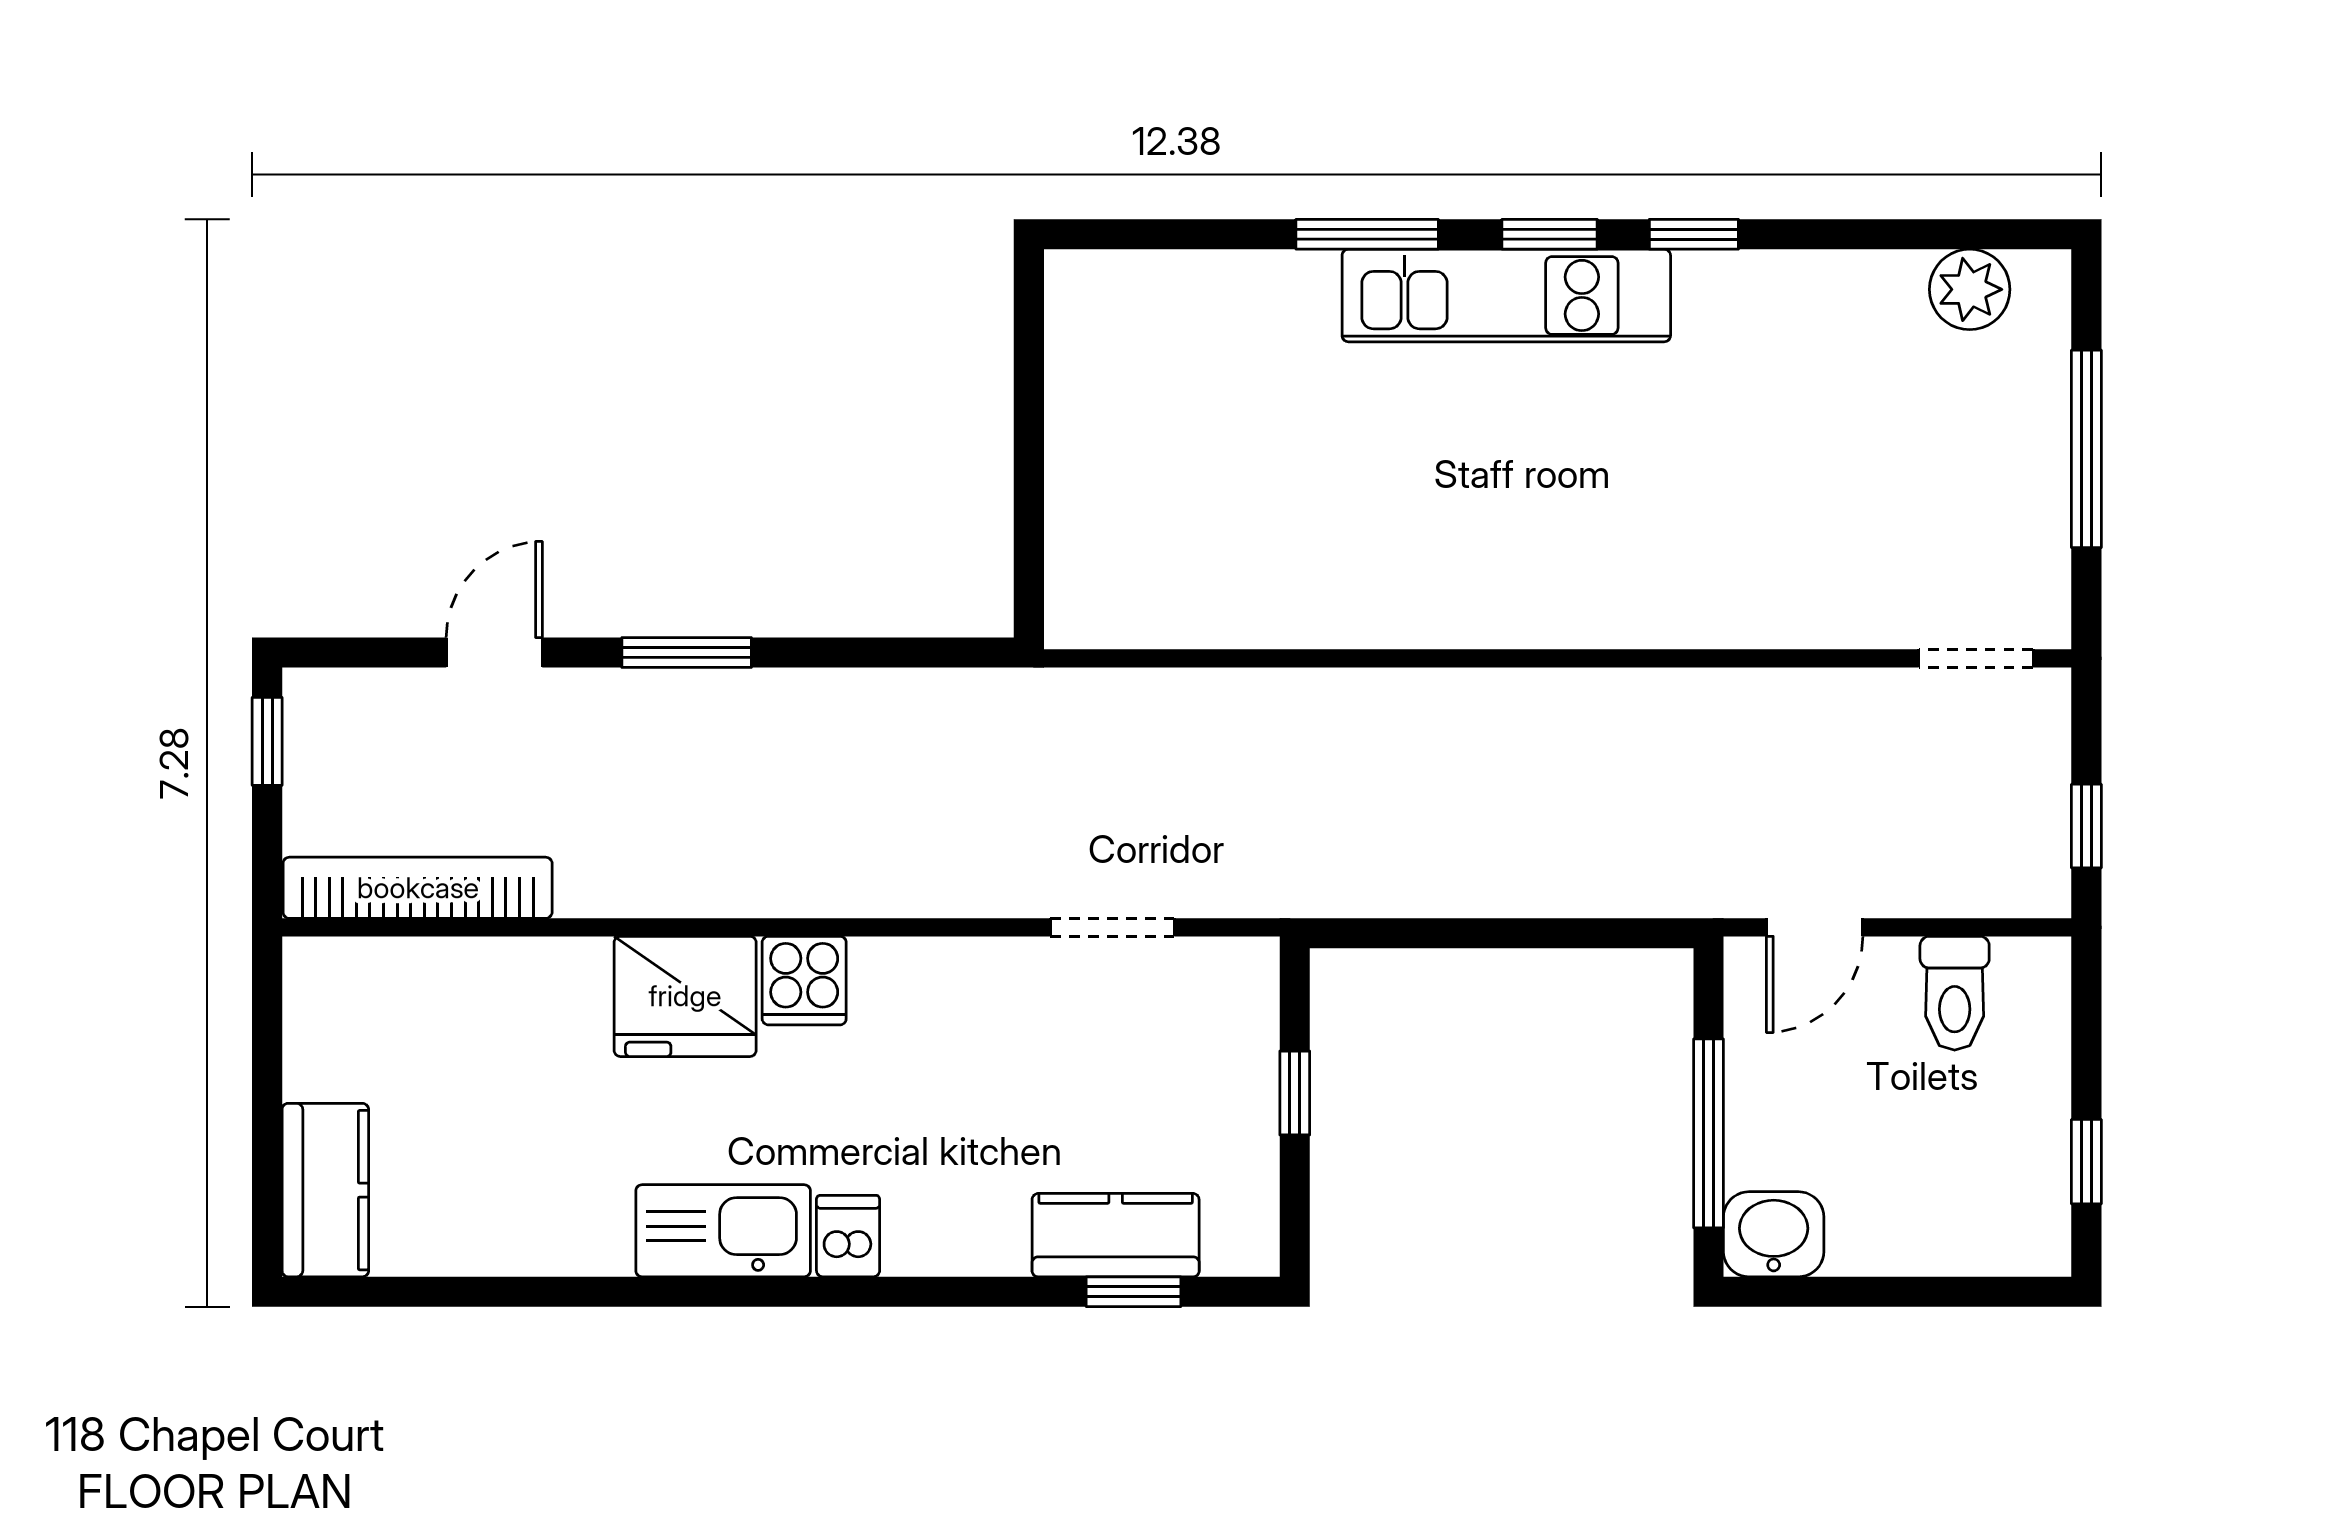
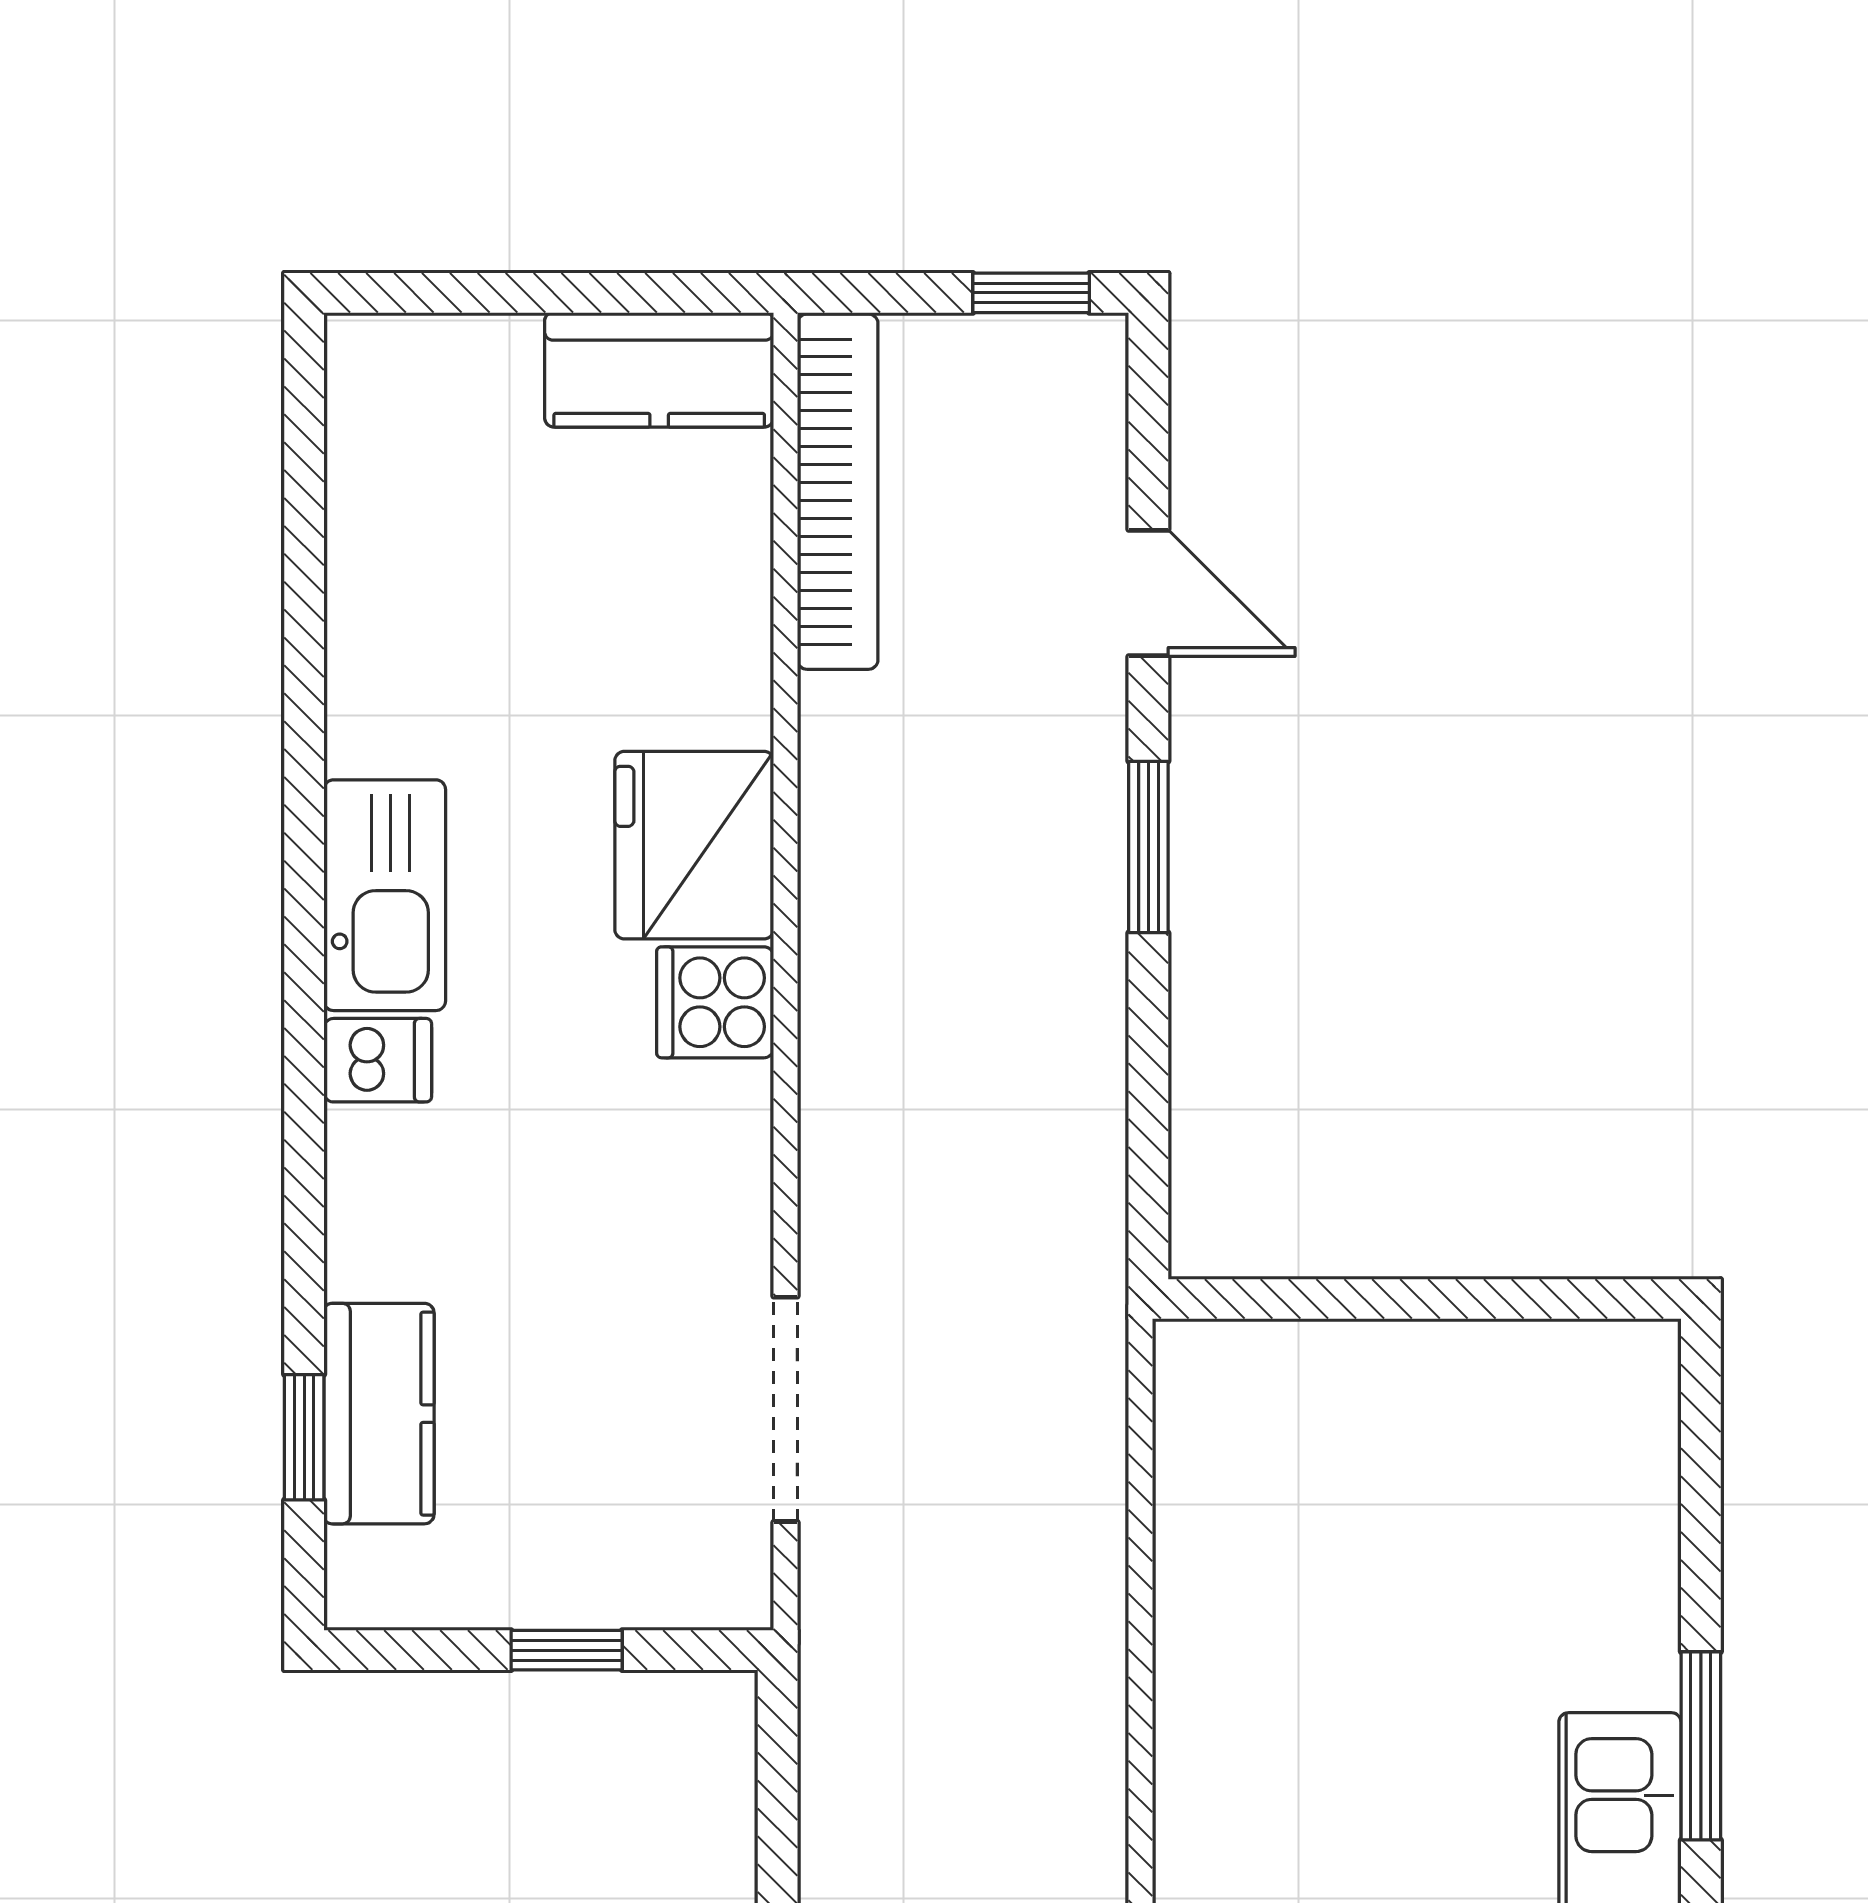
doorway: (1112, 927) -> (785, 1409), width x1.38
kitchen counter: (325, 1190) -> (659, 370), moved

